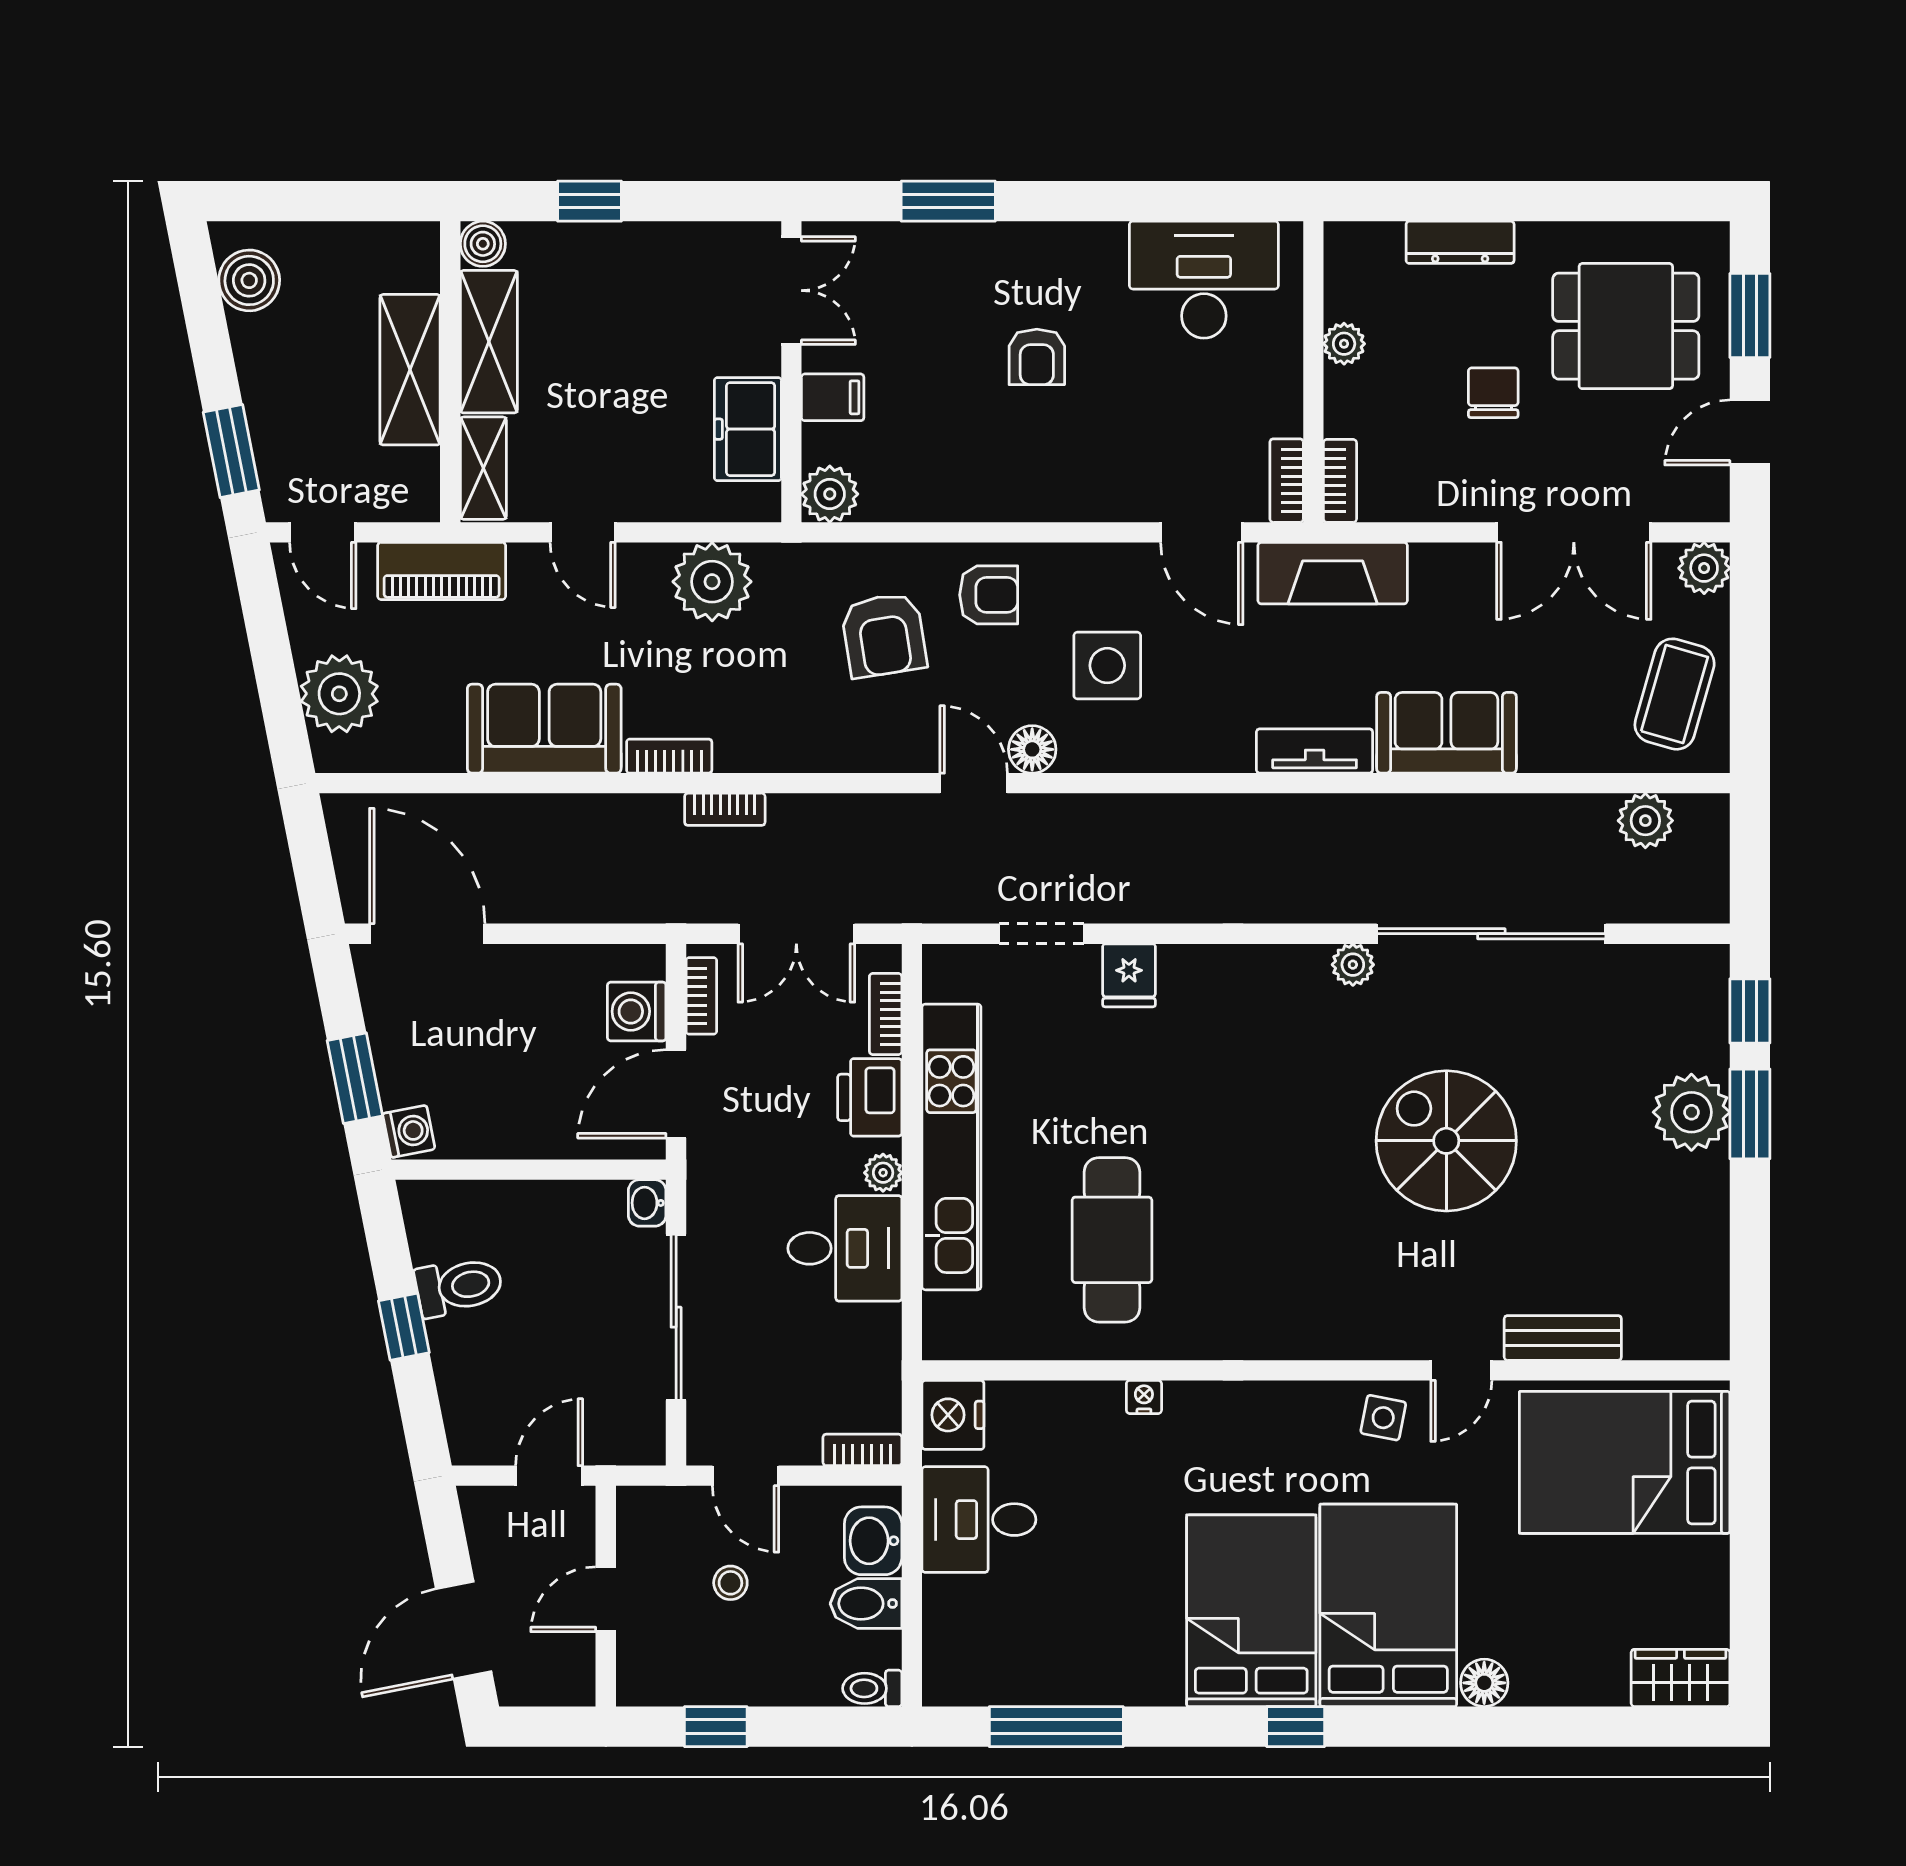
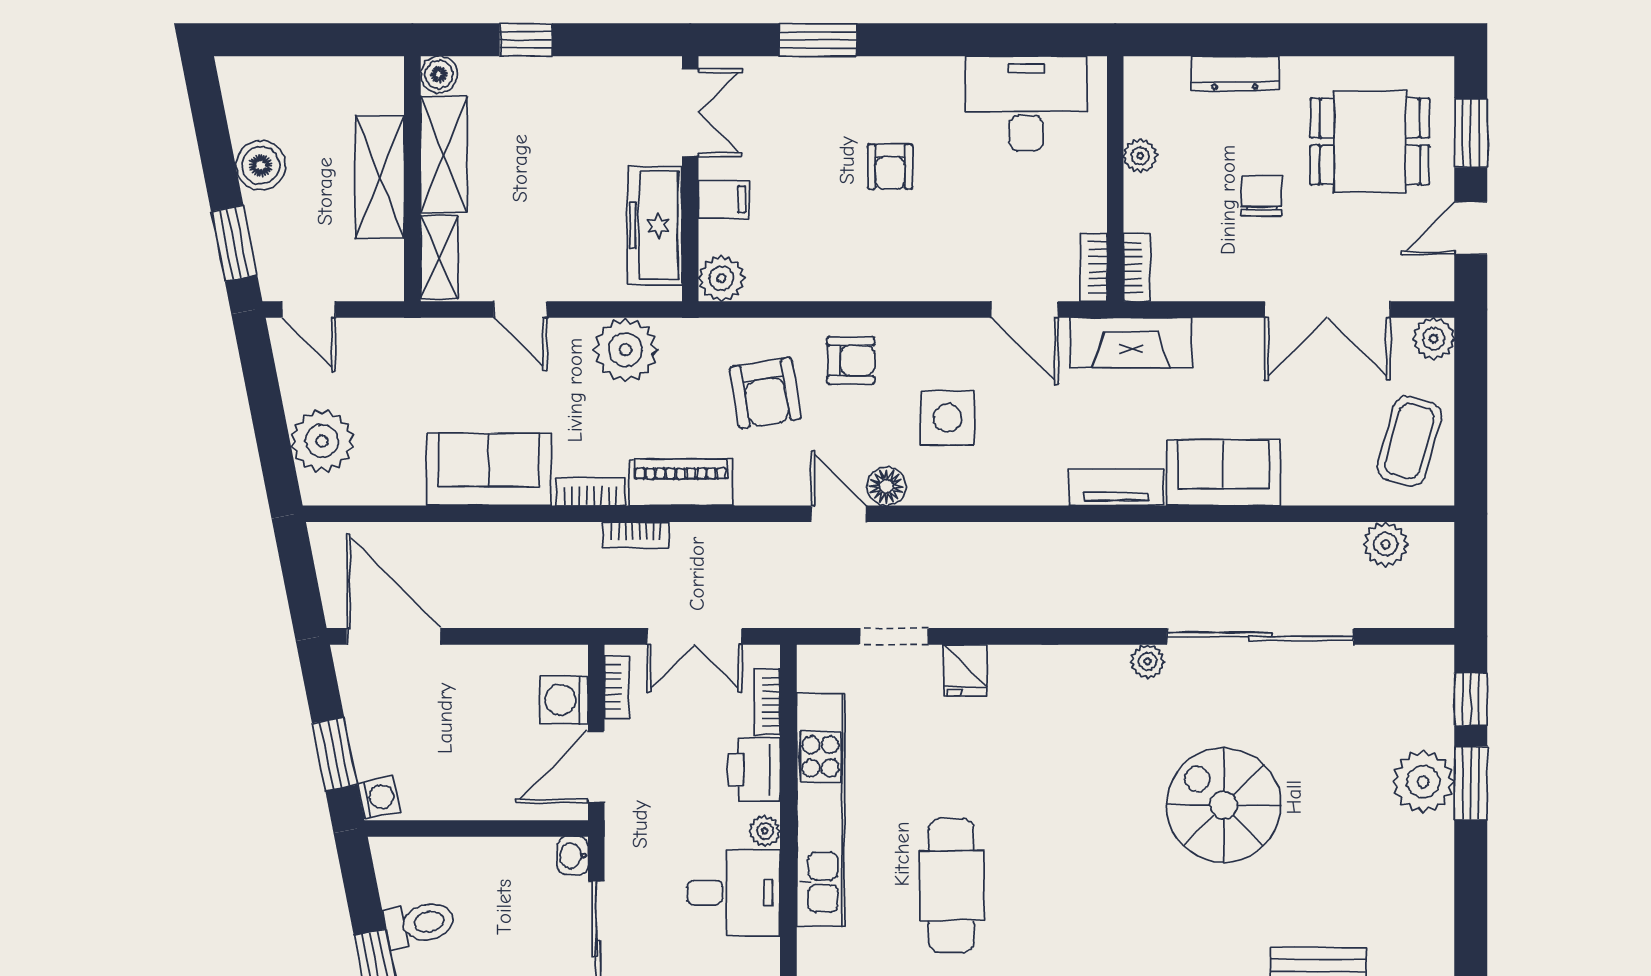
boiler: (249, 280) -> (261, 165), moved
freezer: (748, 429) -> (655, 225), width x1.40
piano: (442, 571) -> (681, 482), moved, turned 180

